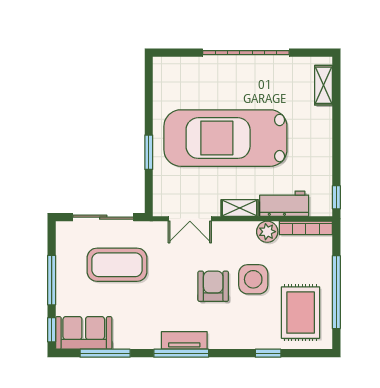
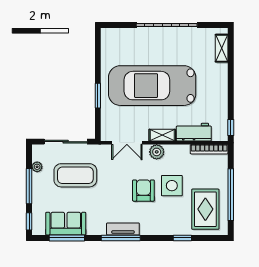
plant: (267, 232) -> (157, 152), moved
plant: (63, 253) -> (37, 167), added
sofa: (84, 333) -> (66, 224), moved

